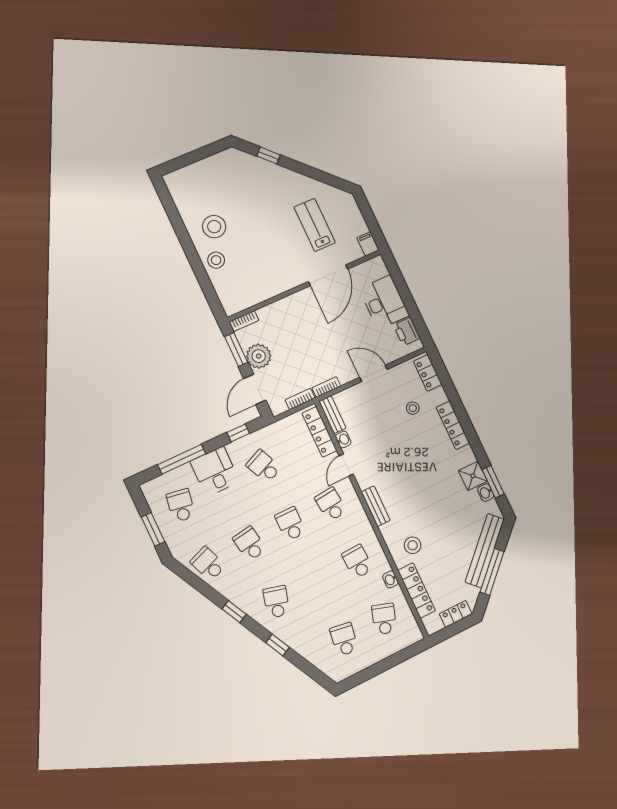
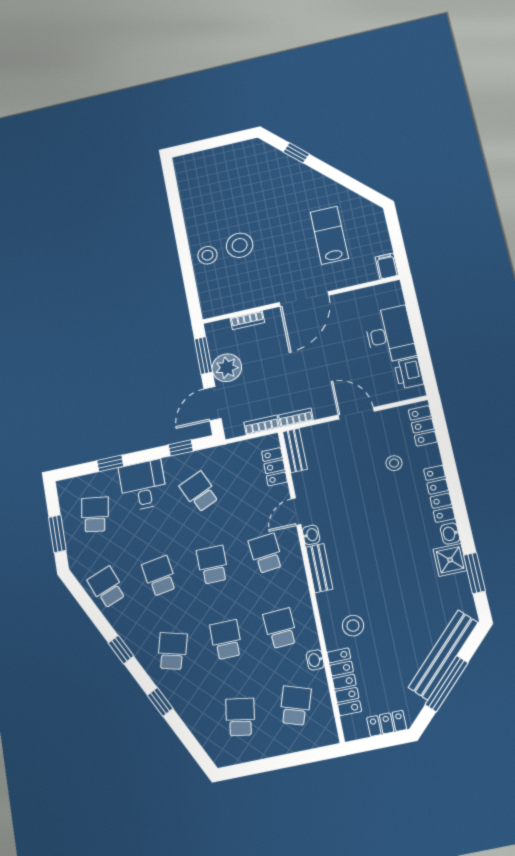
stool: (214, 227) -> (240, 245), moved
door: (328, 275) -> (304, 299), moved
bookcase: (244, 321) -> (247, 320), moved
locker: (319, 432) -> (274, 467), width x0.66
washbasin: (343, 440) -> (311, 535), moved
window: (182, 459) -> (110, 463), width x0.46
washbasin: (486, 493) -> (450, 534), moved
school desk: (317, 582) -> (226, 640), added

